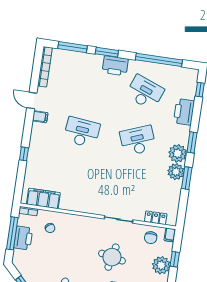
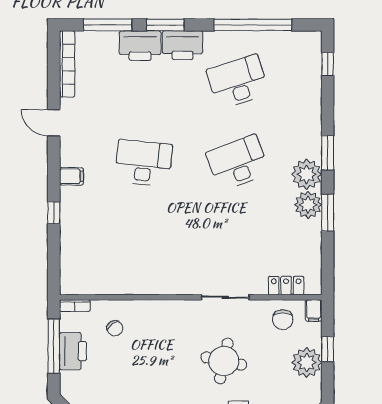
desk: (145, 92) -> (238, 82), turned -39
printer: (184, 112) -> (140, 46), moved, turned -90
filing cabinet: (40, 117) -> (71, 176), moved
filing cabinet: (43, 198) -> (97, 281), removed

